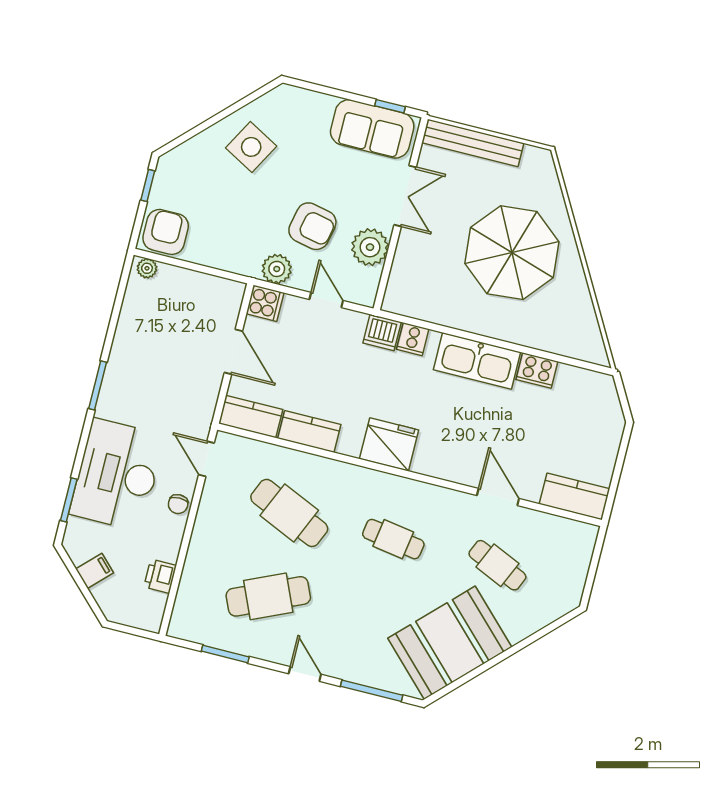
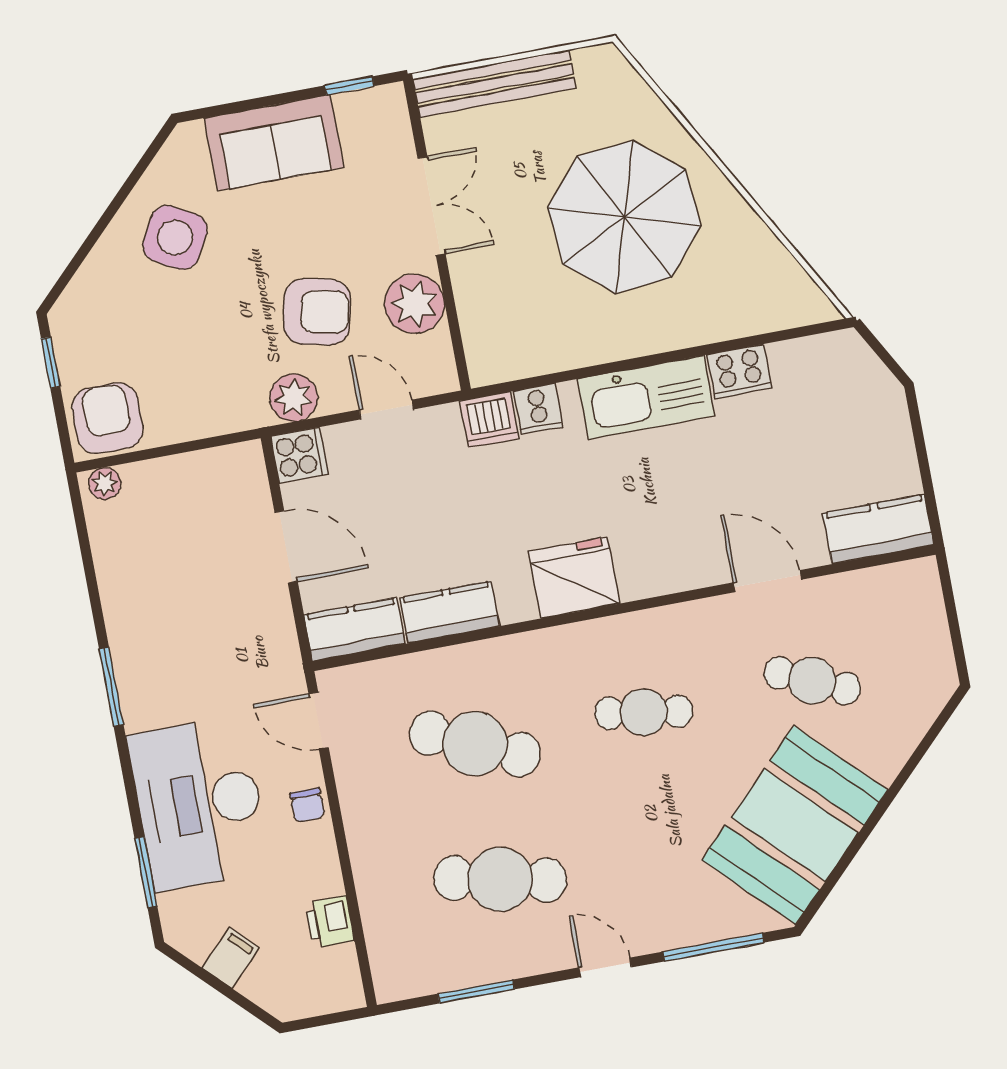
sofa: (372, 129) -> (274, 143), moved
cafe table: (268, 596) -> (500, 879), turned 36

